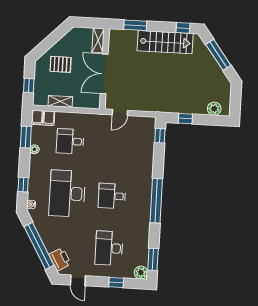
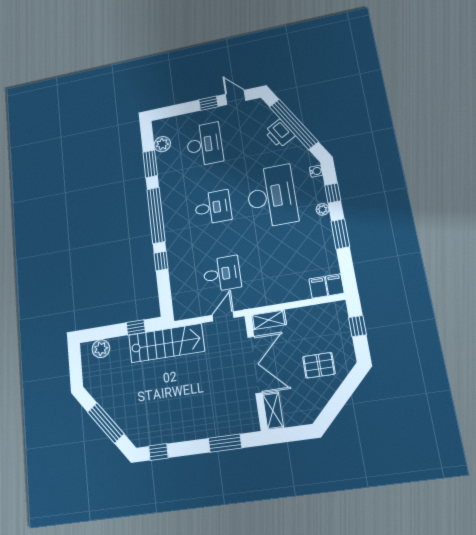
stairs: (165, 42) -> (166, 343), moved, turned 180
shelving: (60, 101) -> (269, 320), moved
window: (160, 136) -> (161, 261), moved
window: (26, 137) -> (340, 234), moved
desk: (70, 141) -> (222, 274), moved
plant: (35, 149) -> (322, 209), moved
printer: (60, 259) -> (280, 134), moved
window: (153, 259) -> (150, 164), moved
plant: (141, 273) -> (162, 144), moved
window: (116, 283) -> (208, 103), moved

